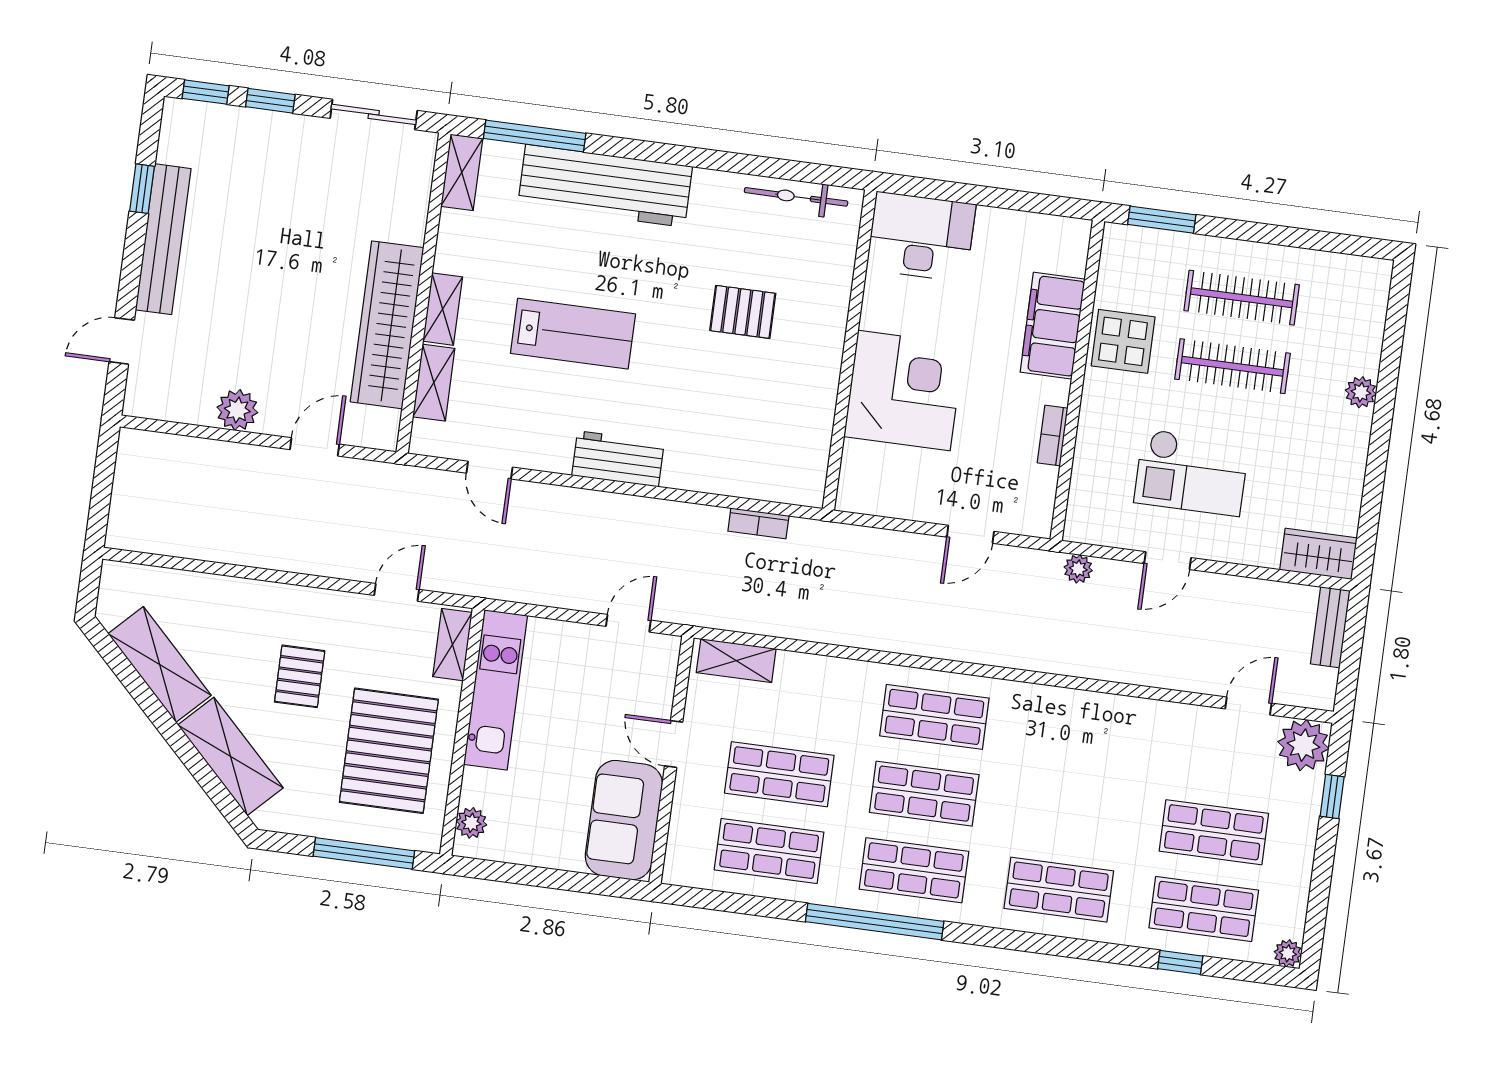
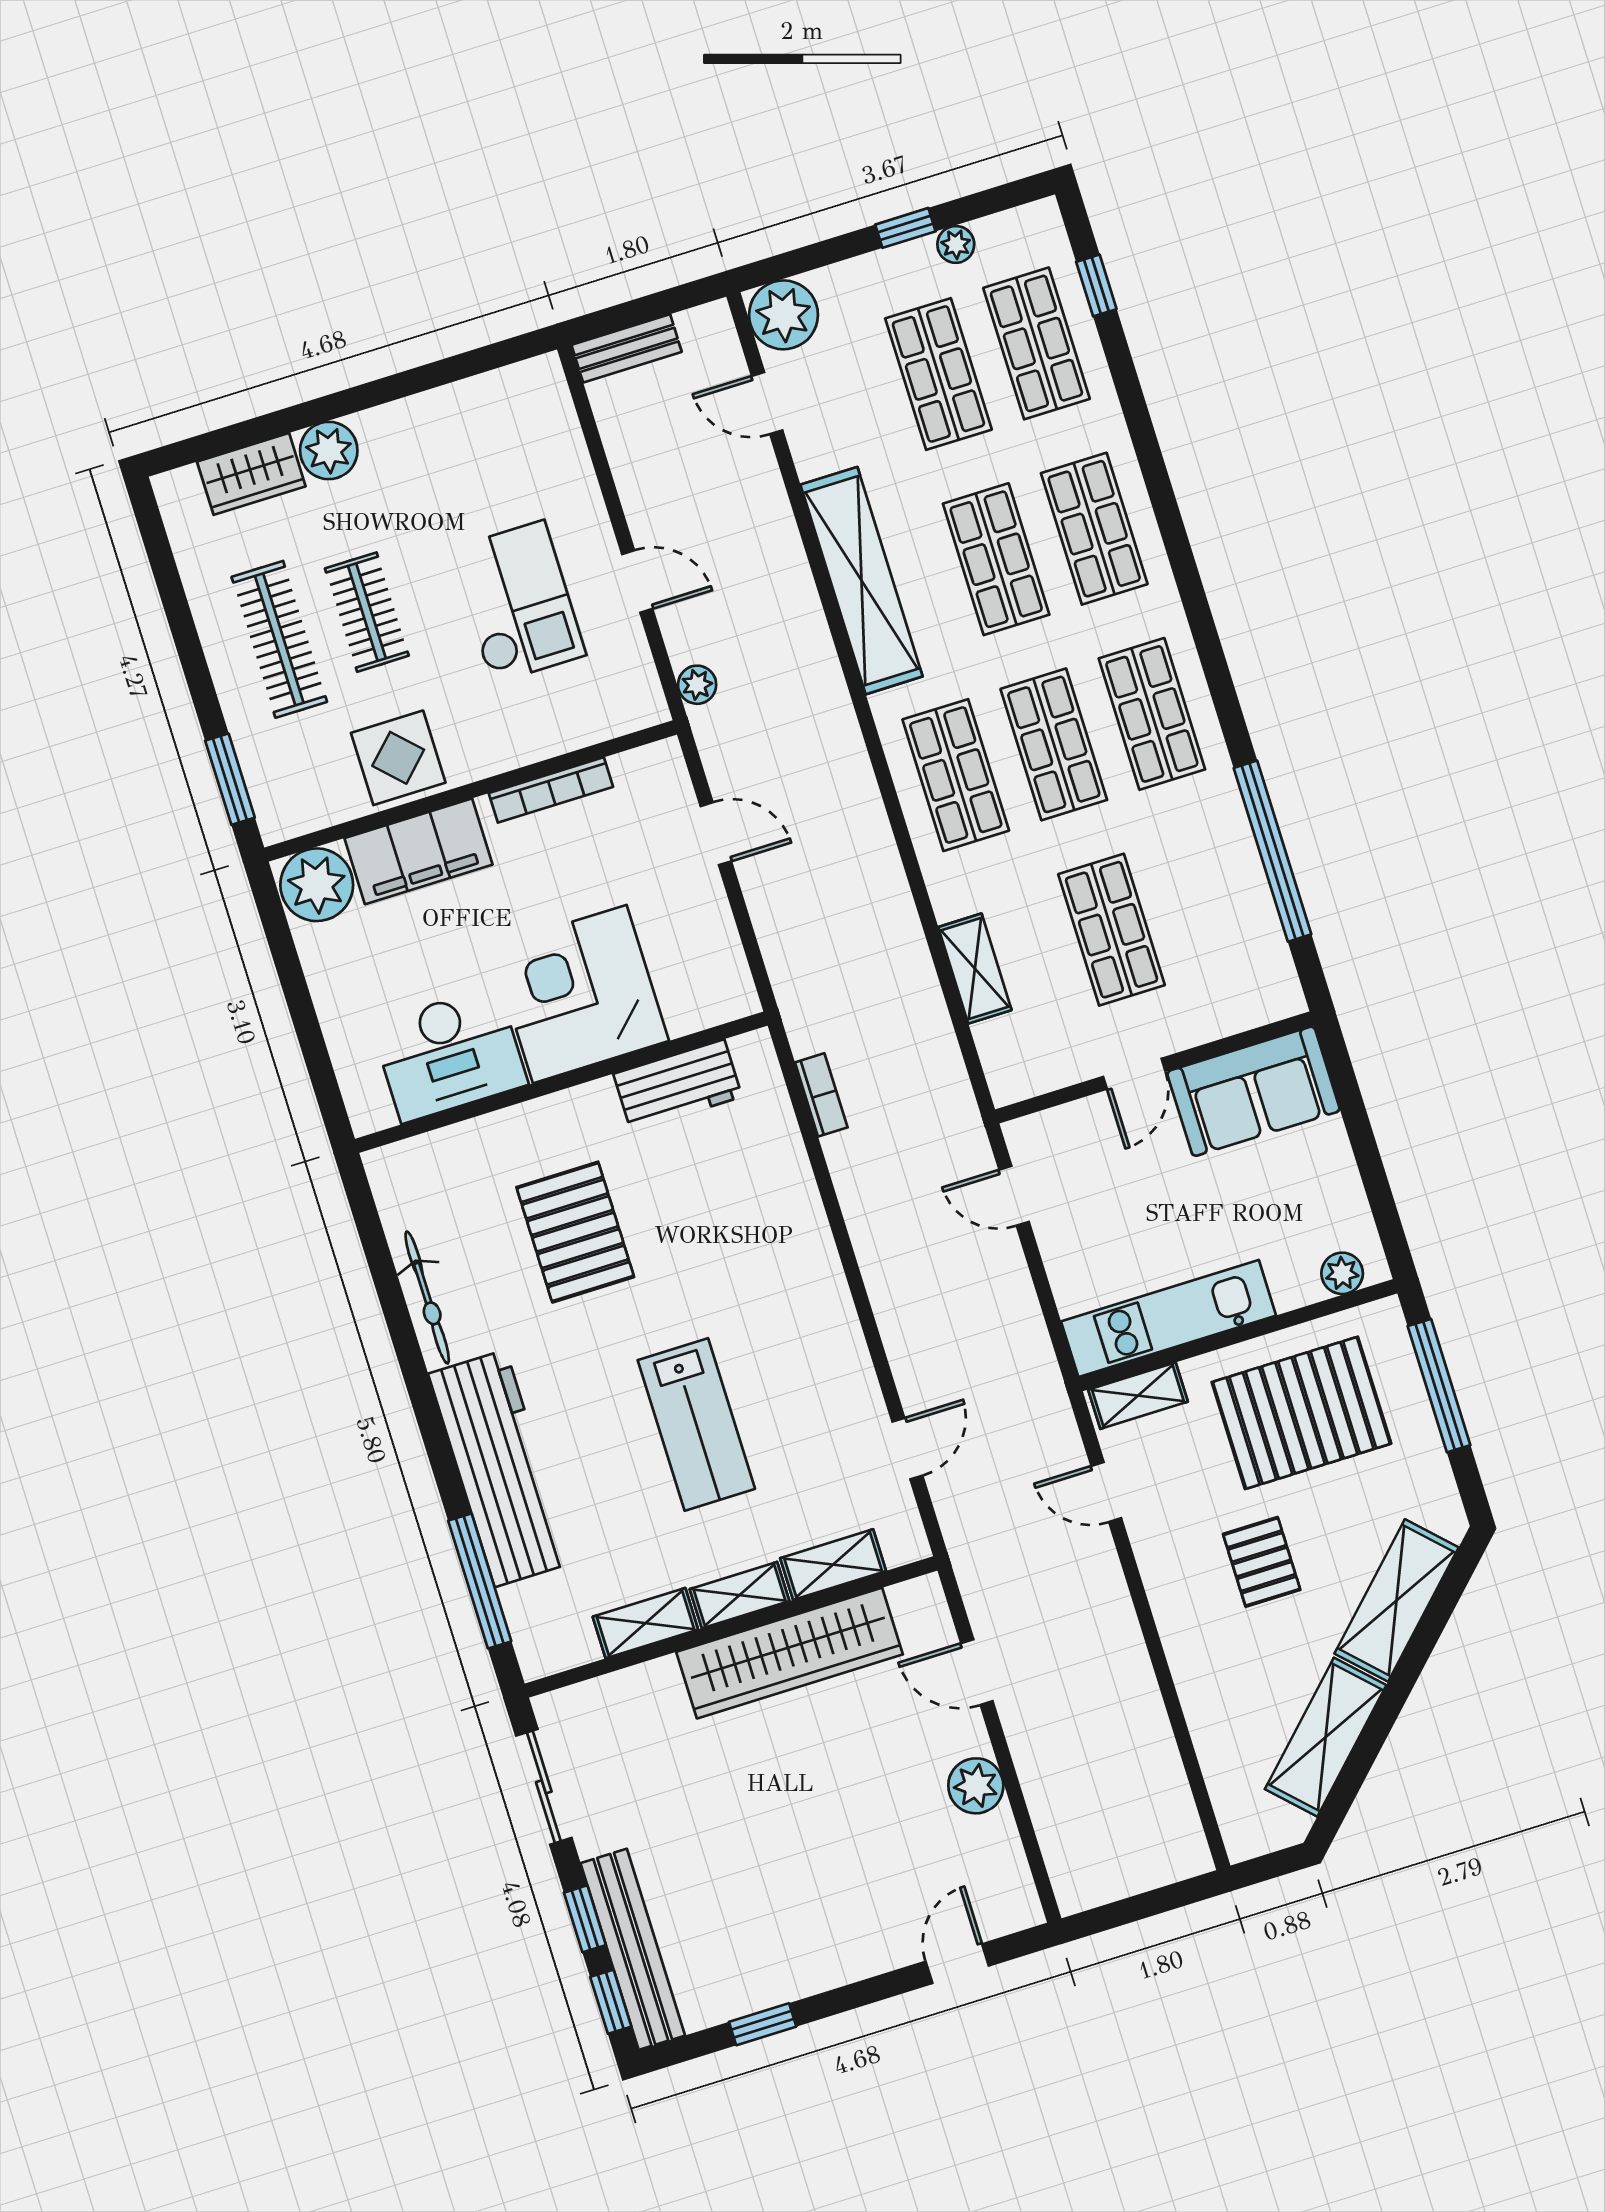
shelving: (462, 172) -> (645, 1623), moved
bicycle: (796, 197) -> (427, 1298), moved
desk: (921, 237) -> (450, 1054), moved, turned -90
bench: (163, 239) -> (633, 1949), moved, turned 90
plant: (1062, 245) -> (317, 885), added
pallet: (743, 312) -> (575, 1232), width x1.50, depth x1.42
lab bench: (573, 334) -> (696, 1424), turned 180
door: (122, 341) -> (957, 1964), swing flipped
clothes rail: (1232, 366) -> (367, 612), width x0.73
plant: (1361, 392) -> (329, 450), width x1.38, depth x1.38
bookcase: (1053, 436) -> (551, 790), width x1.56
workbench: (618, 459) -> (678, 1085), moved, turned -90
wardrobe: (1318, 554) -> (251, 474), moved, turned -90
shelving: (736, 661) -> (975, 969), moved
pallet: (300, 676) -> (1262, 1562), turned 90
shelving: (1097, 714) -> (862, 581), added
window: (1332, 797) -> (905, 228), moved
shop shelf: (769, 851) -> (996, 559), moved
window: (875, 922) -> (1273, 851), moved
plant: (1288, 953) -> (956, 244), moved
window: (1180, 962) -> (1096, 285), moved

